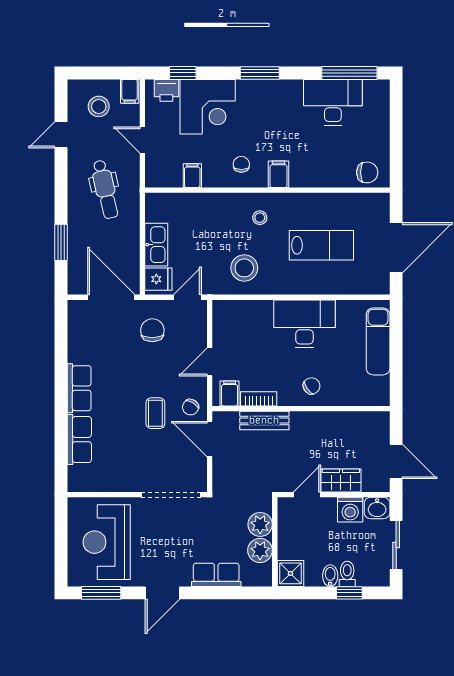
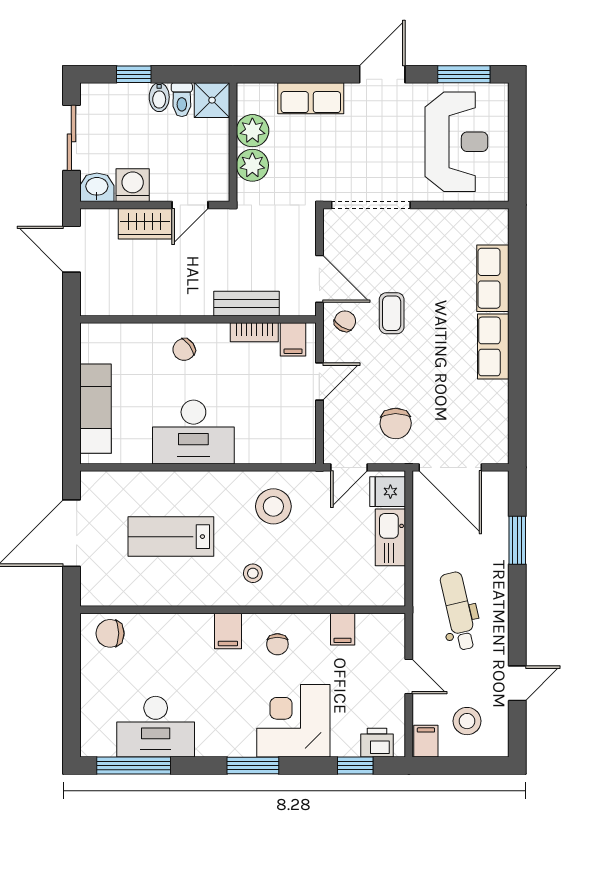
corner desk: (208, 107) -> (293, 721), moved
toilet: (347, 574) -> (182, 100), moved

